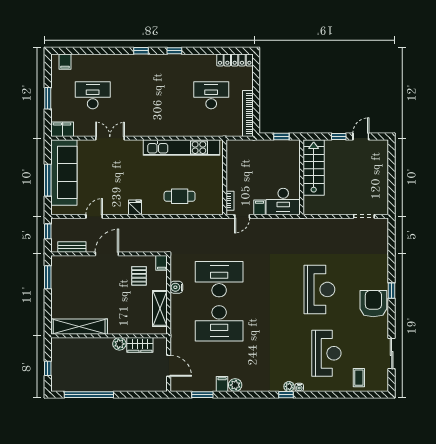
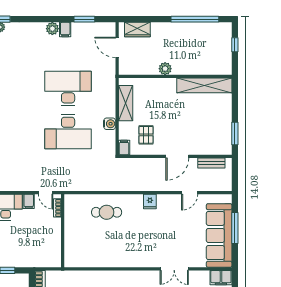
kitchen unit: (181, 148) -> (105, 260), removed
door: (242, 216) -> (46, 193), swing flipped
window: (48, 231) -> (235, 178), removed
wardrobe: (140, 345) -> (137, 30), moved, turned 180

